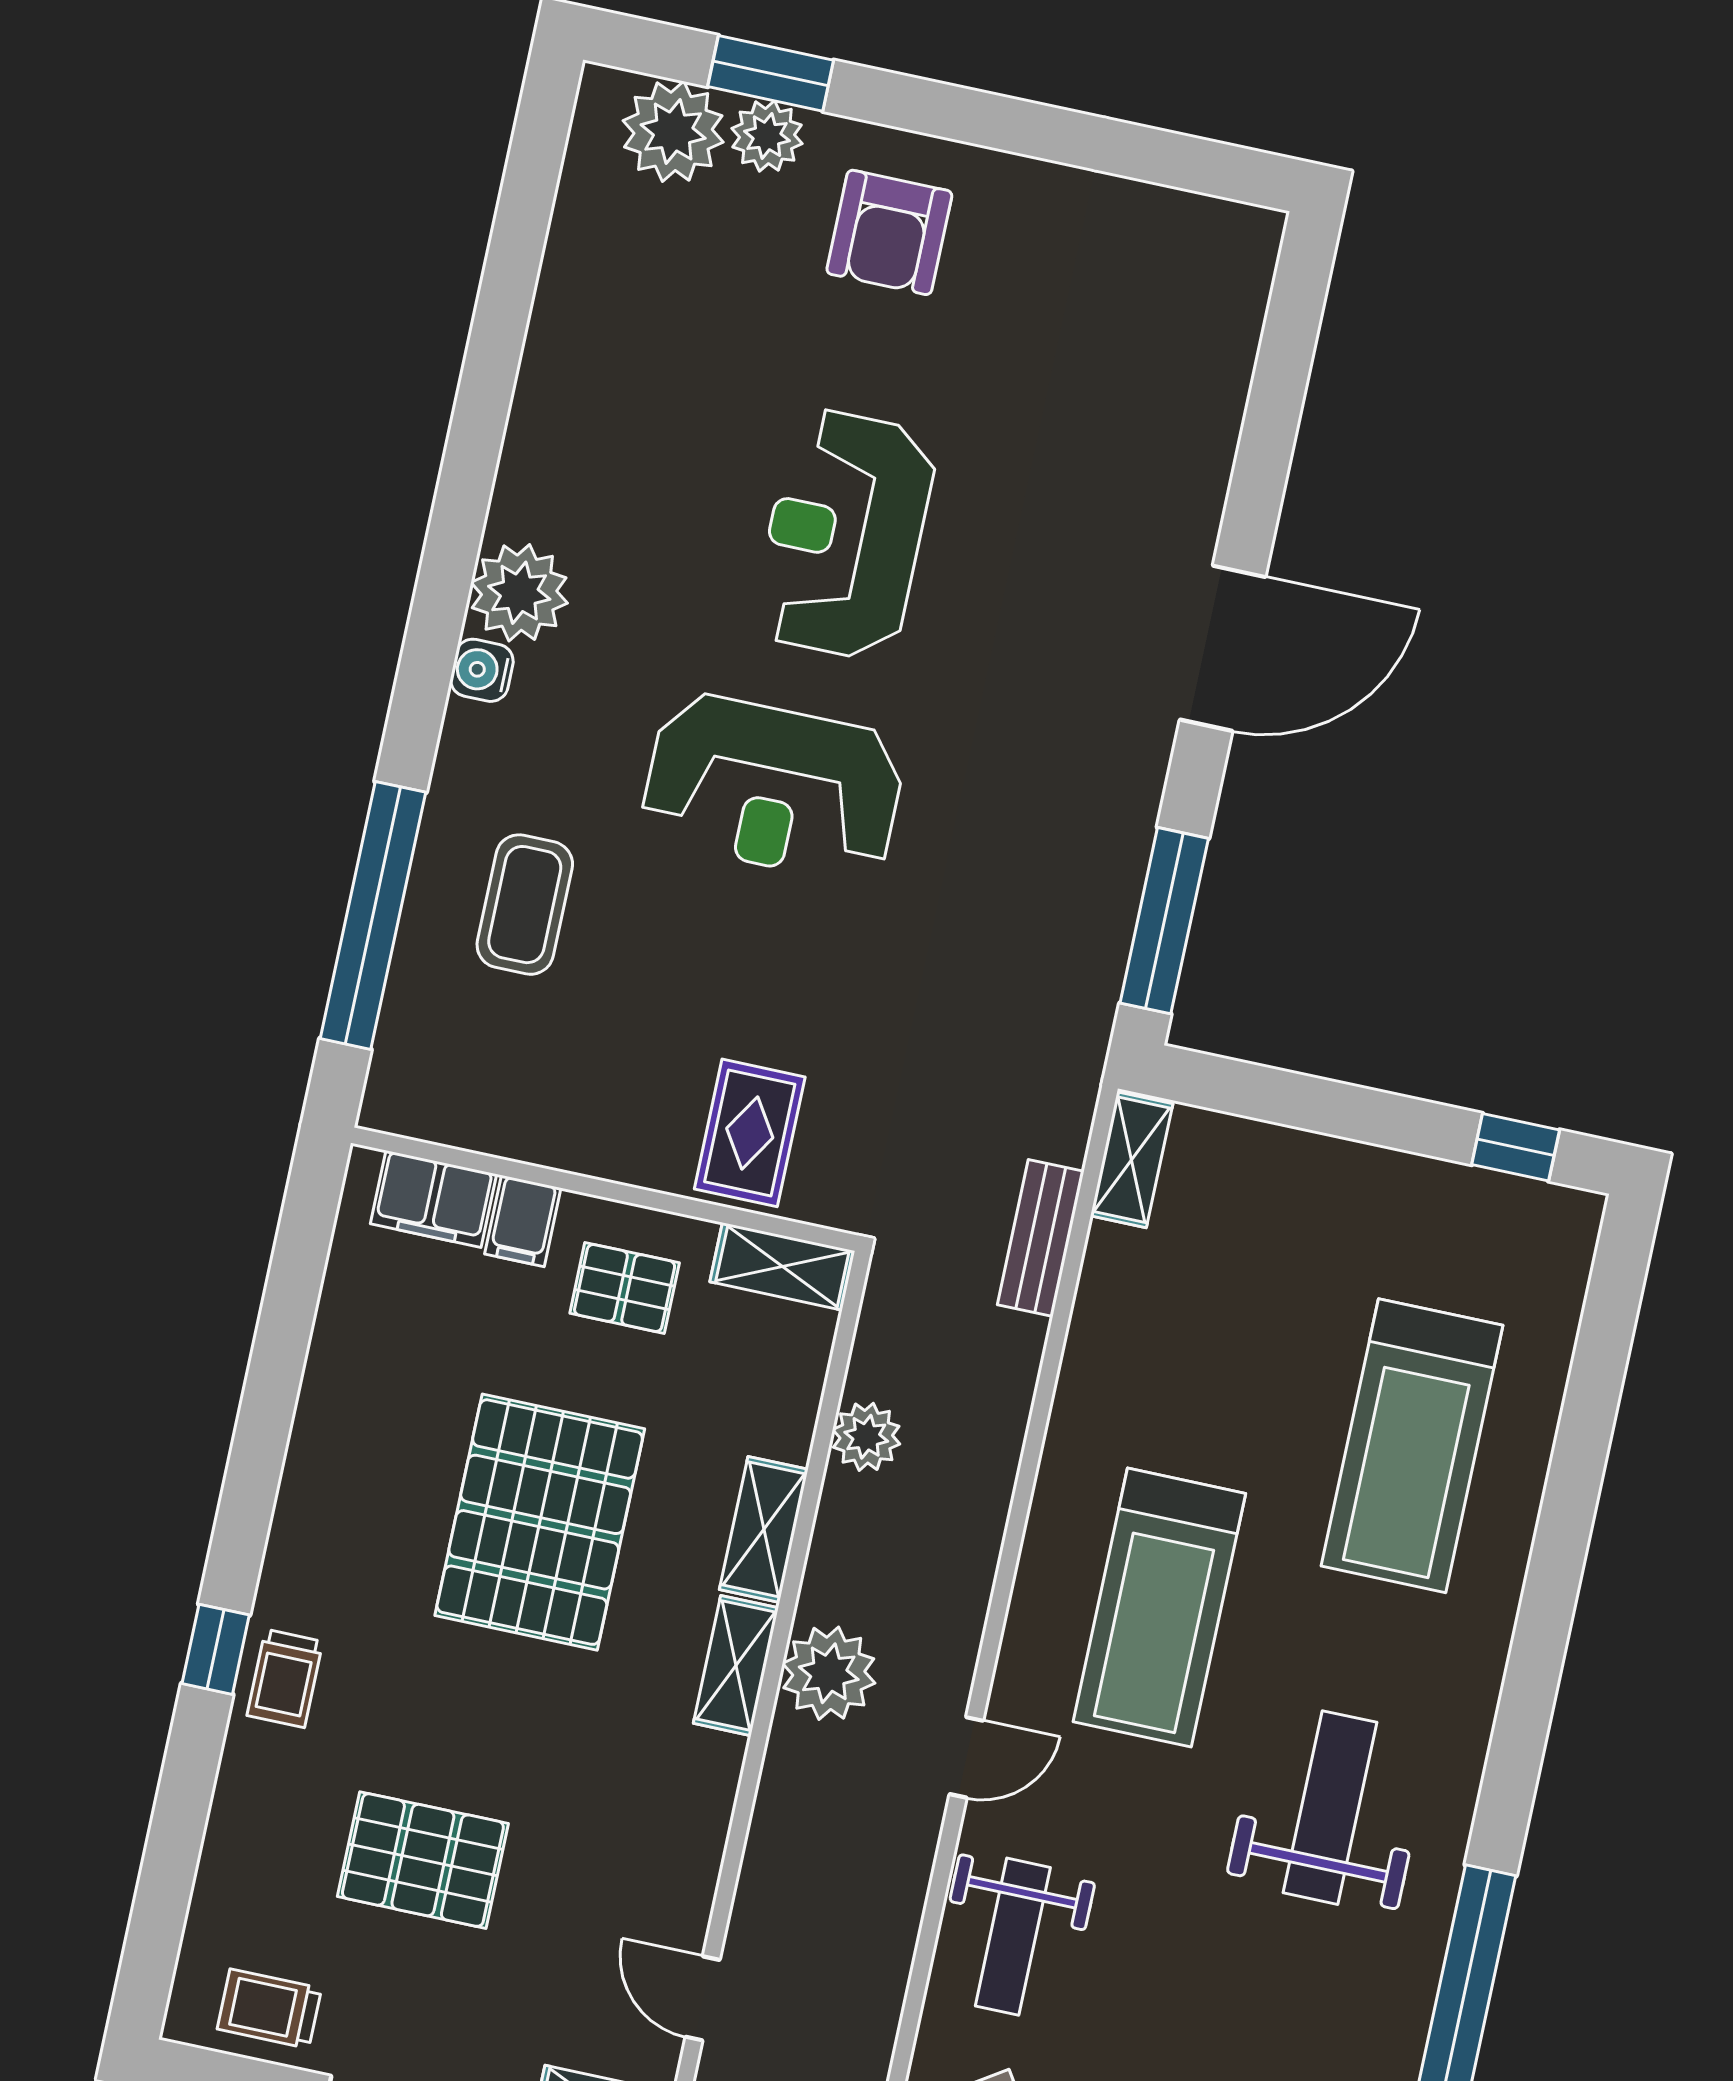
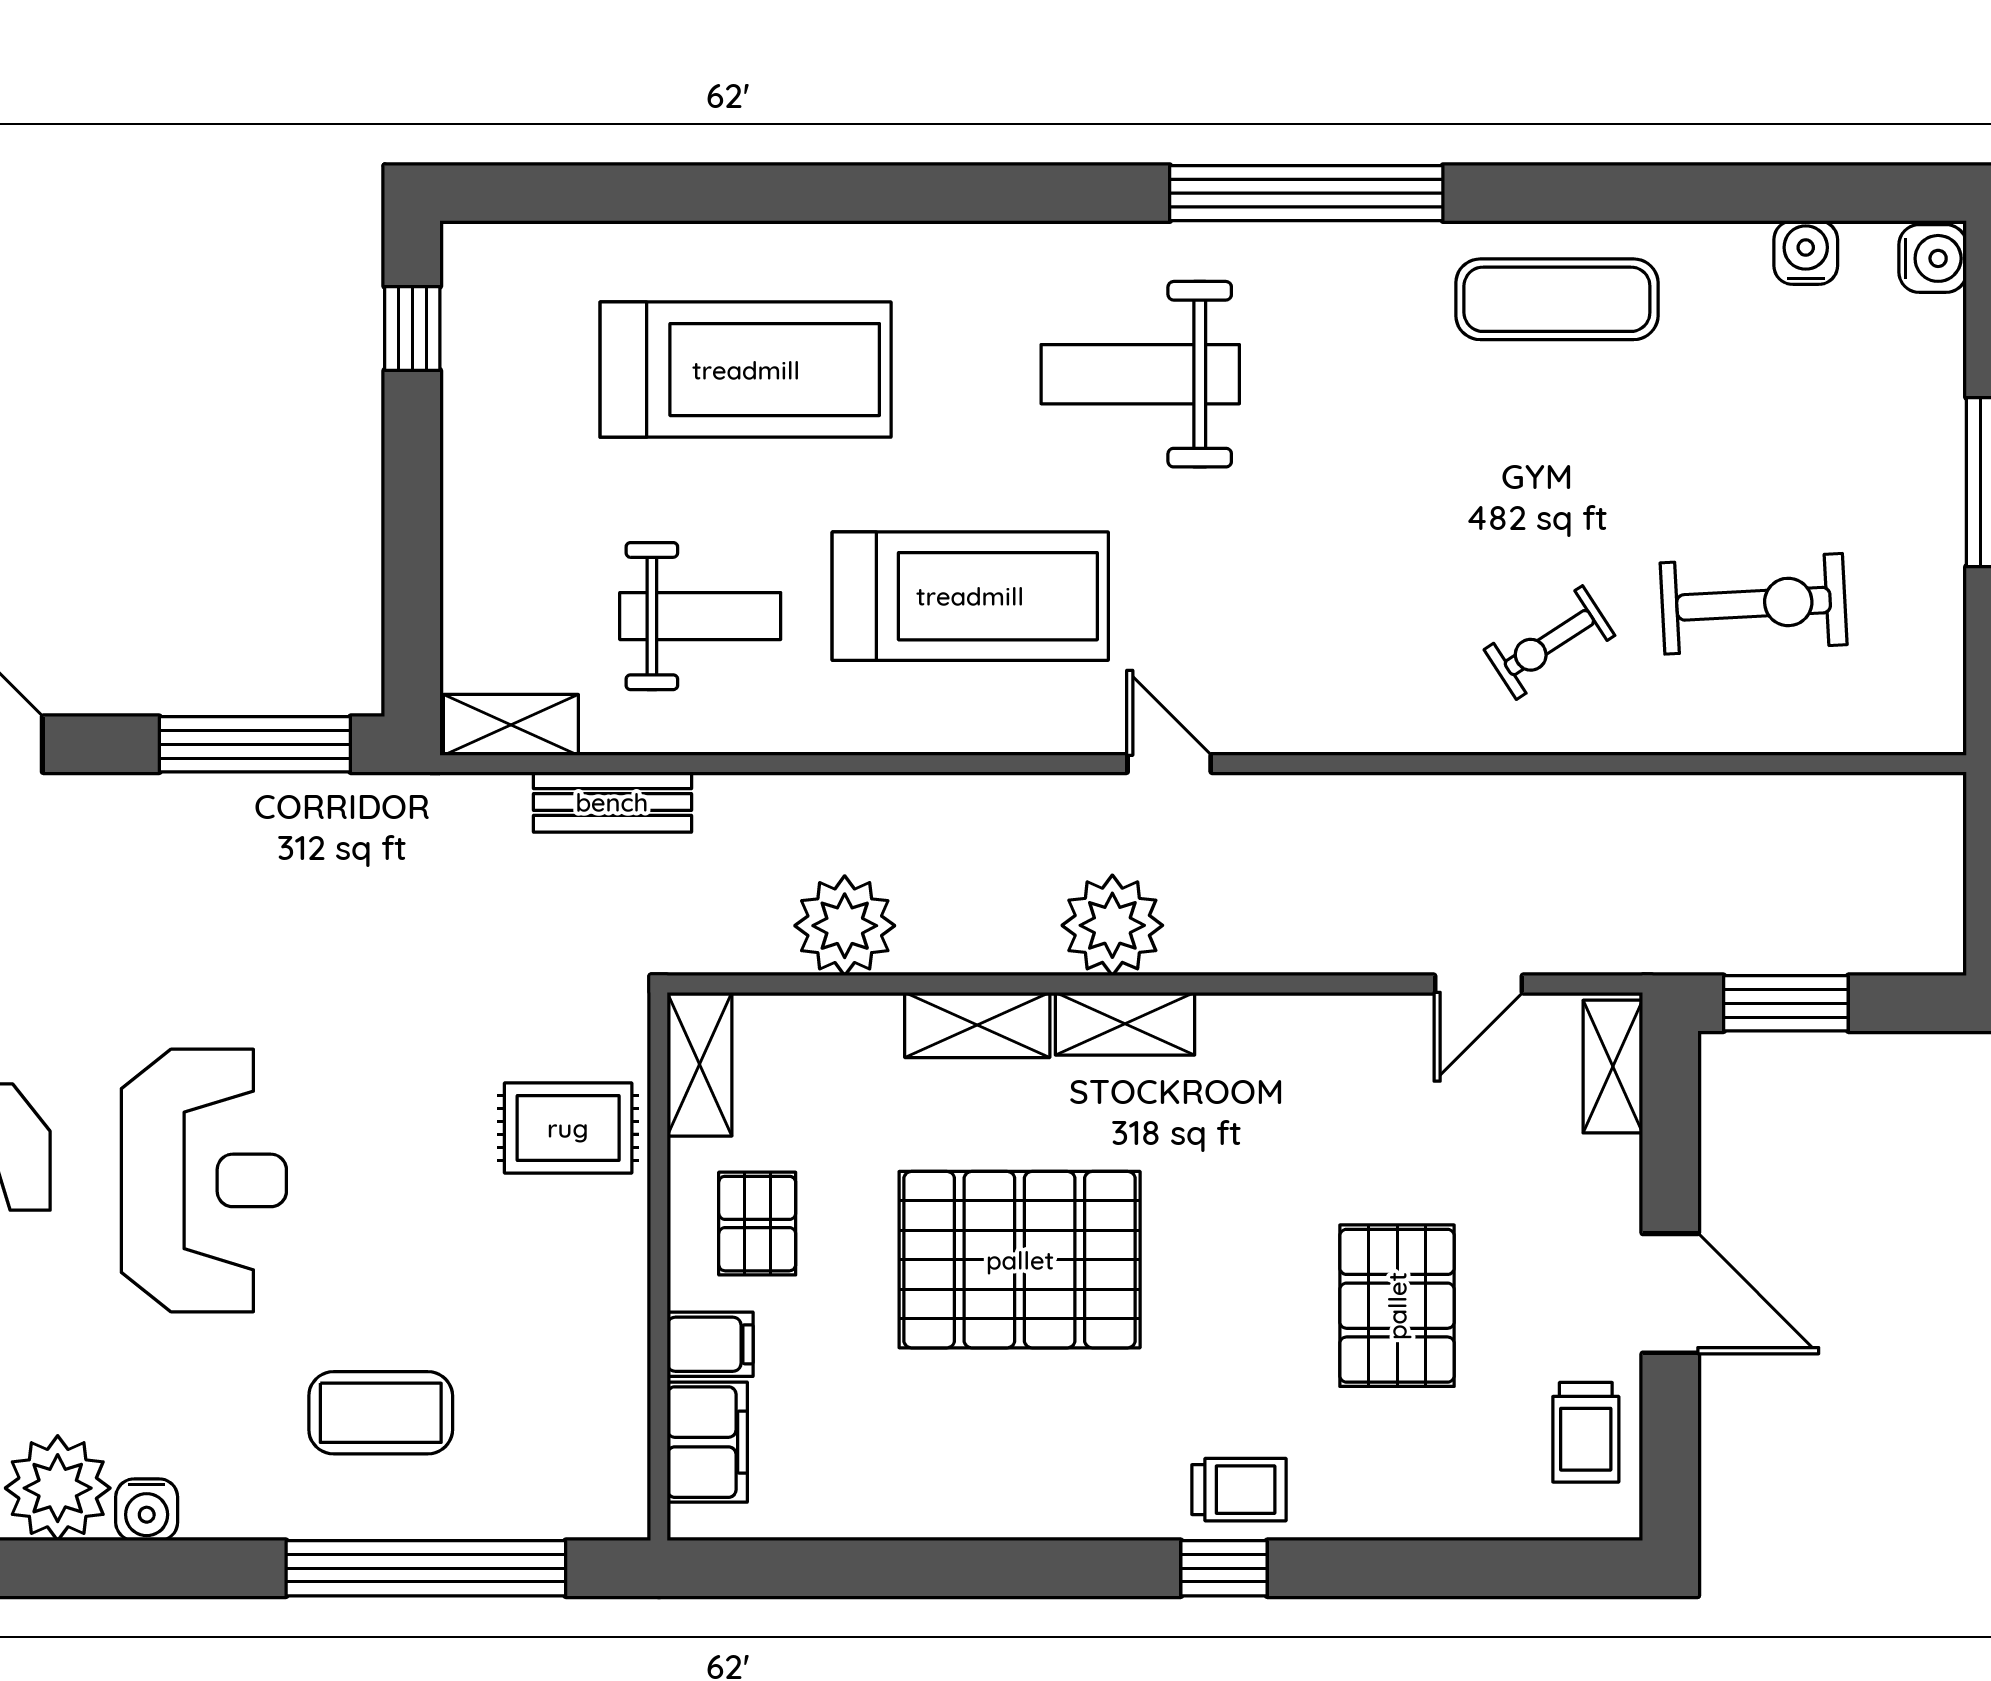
plant: (866, 1437) -> (845, 926), width x1.36, depth x1.36
weight bench: (1013, 1937) -> (700, 616), moved

